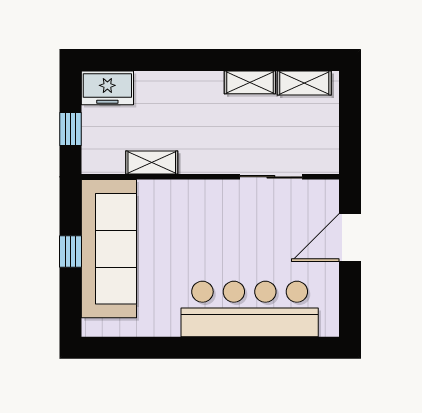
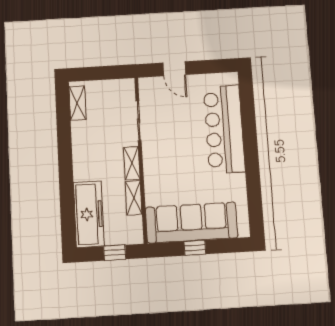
shelving: (250, 82) -> (132, 163), moved
freezer: (107, 88) -> (89, 214), width x1.91, depth x1.26
door: (350, 238) -> (174, 69), width x0.73

